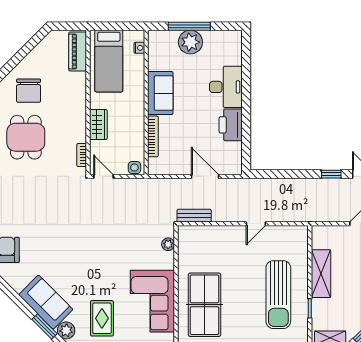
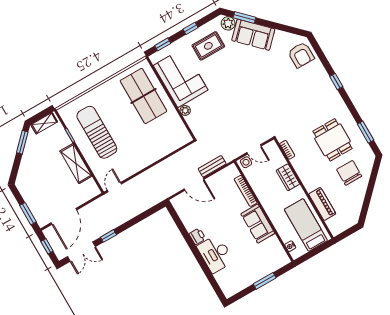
window: (189, 26) -> (265, 281), width x0.69
plant: (190, 42) -> (257, 270), removed
piano: (78, 52) -> (322, 204), moved
printer: (231, 125) -> (197, 236), width x0.53, depth x0.68
door: (103, 176) -> (254, 149), moved
bench: (194, 216) -> (212, 166), moved
door: (256, 224) -> (114, 187), moved
plant: (168, 244) -> (185, 110), moved
rug: (102, 318) -> (208, 46), turned 90

